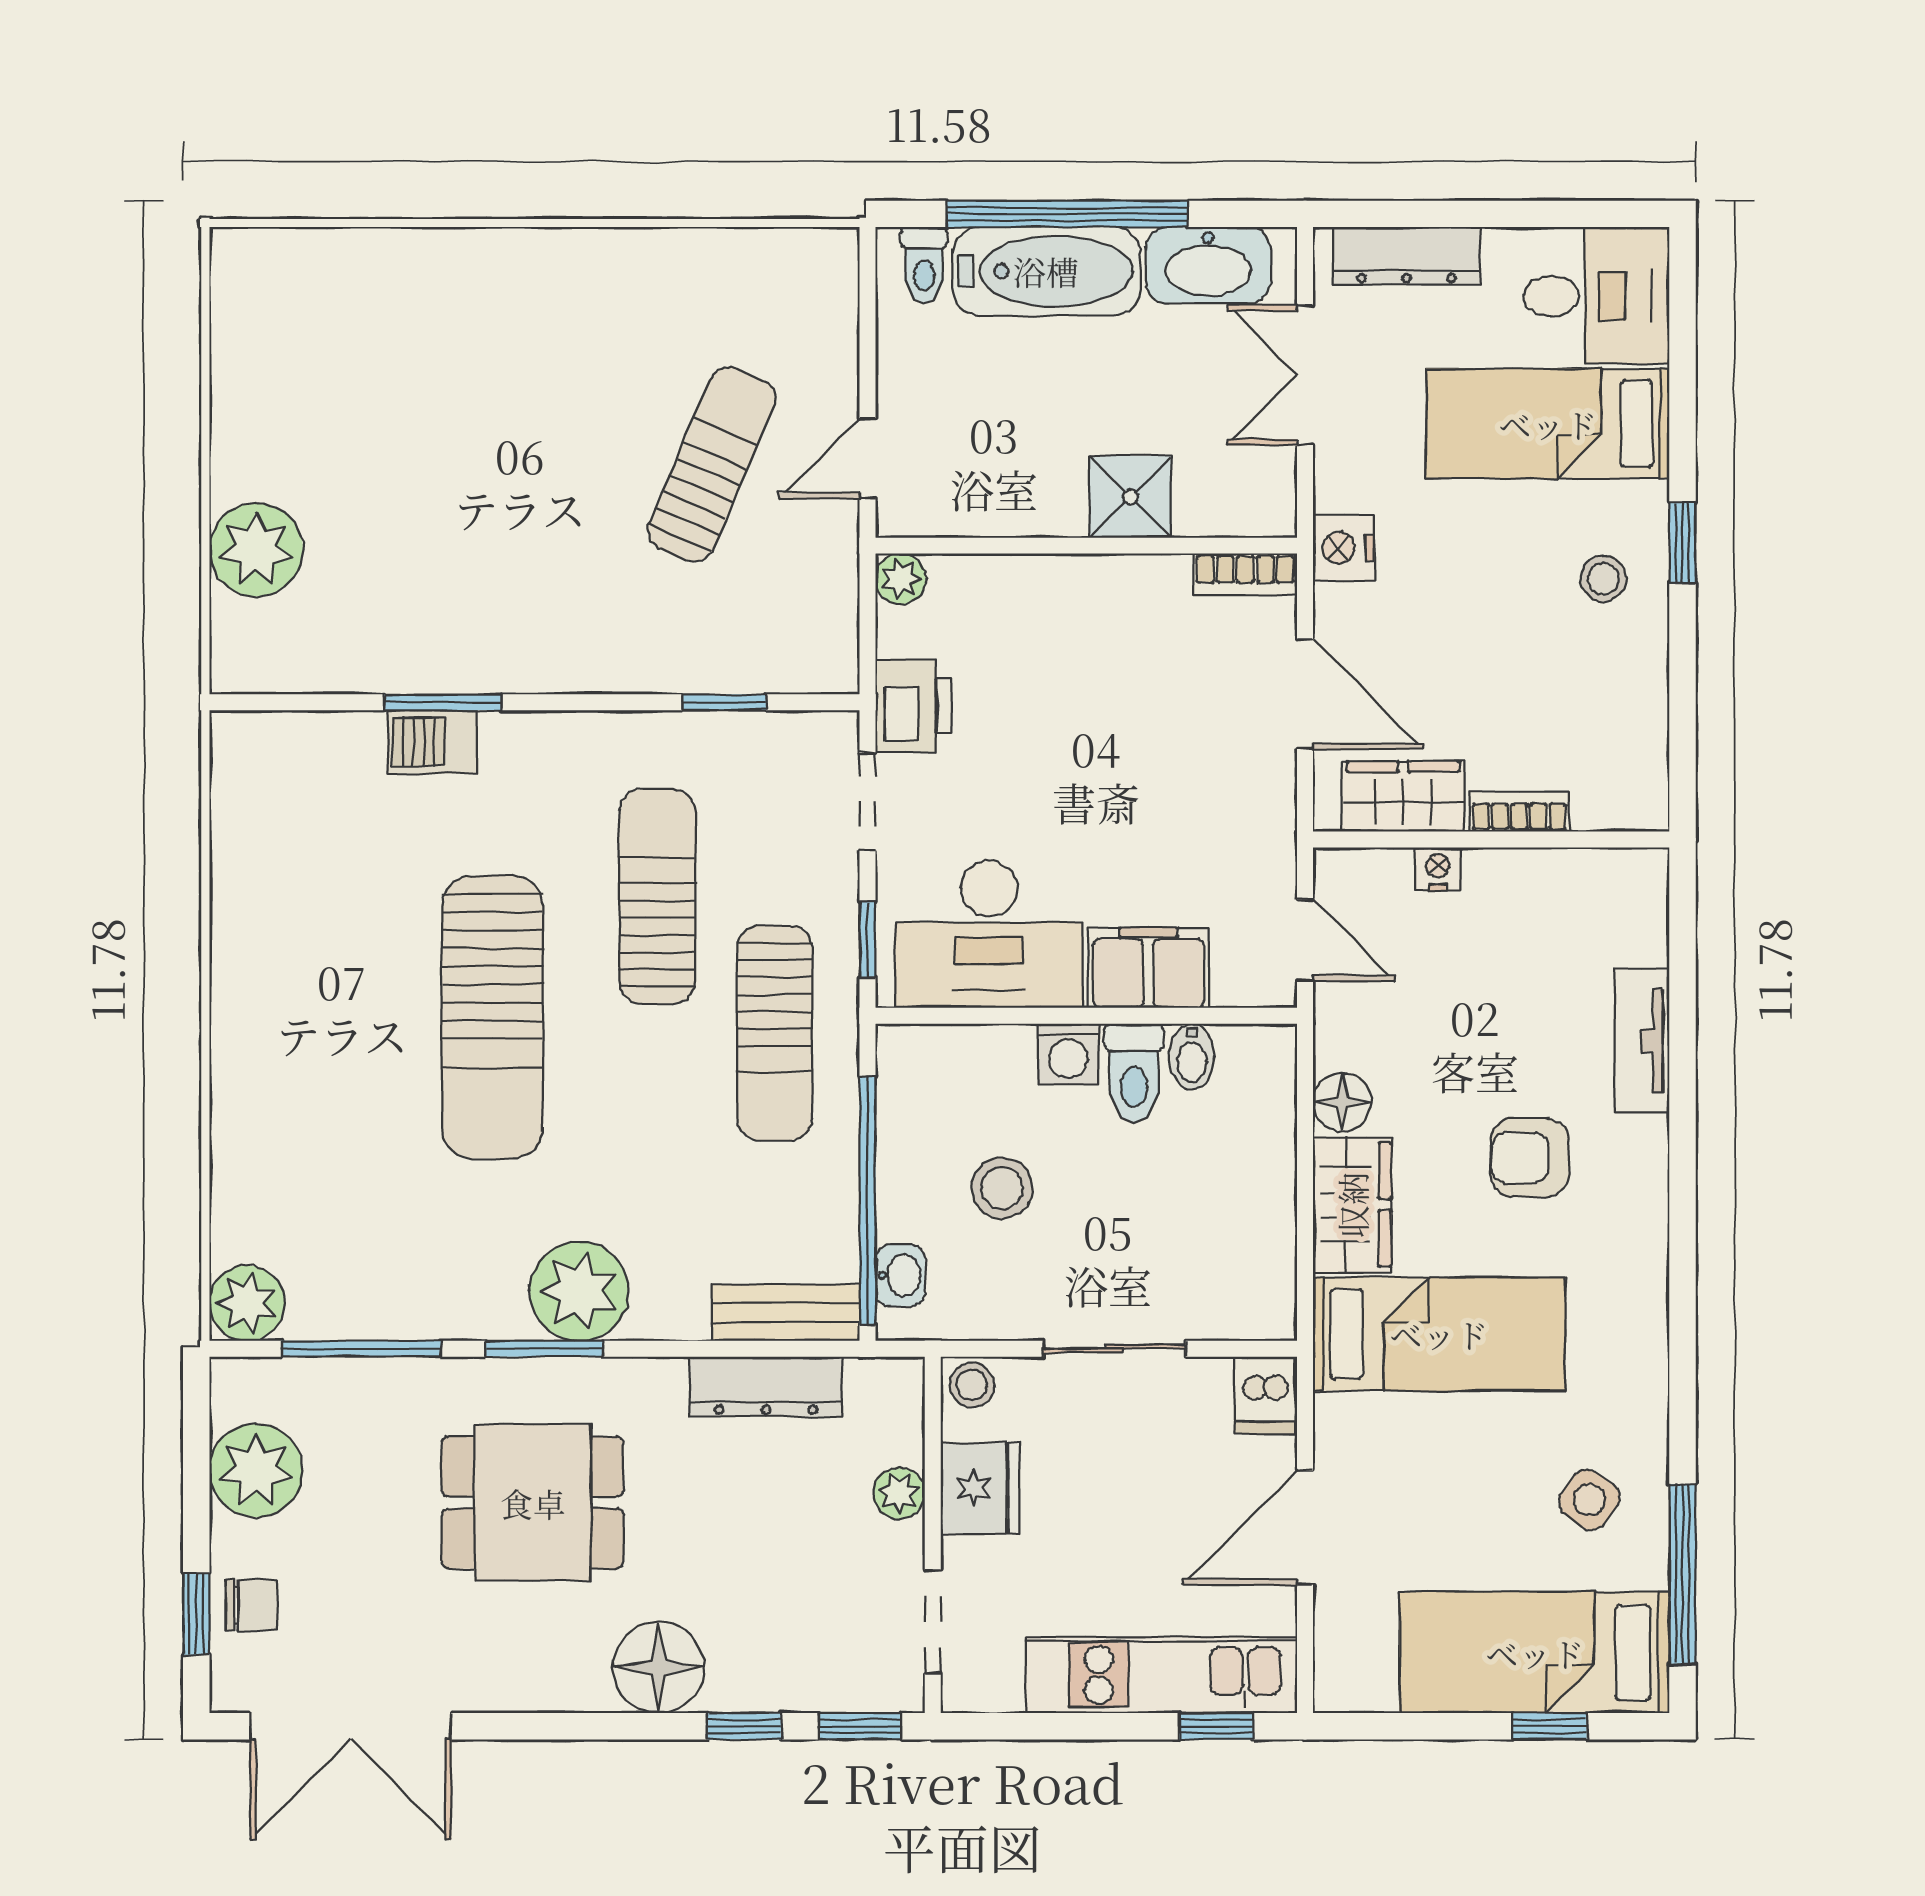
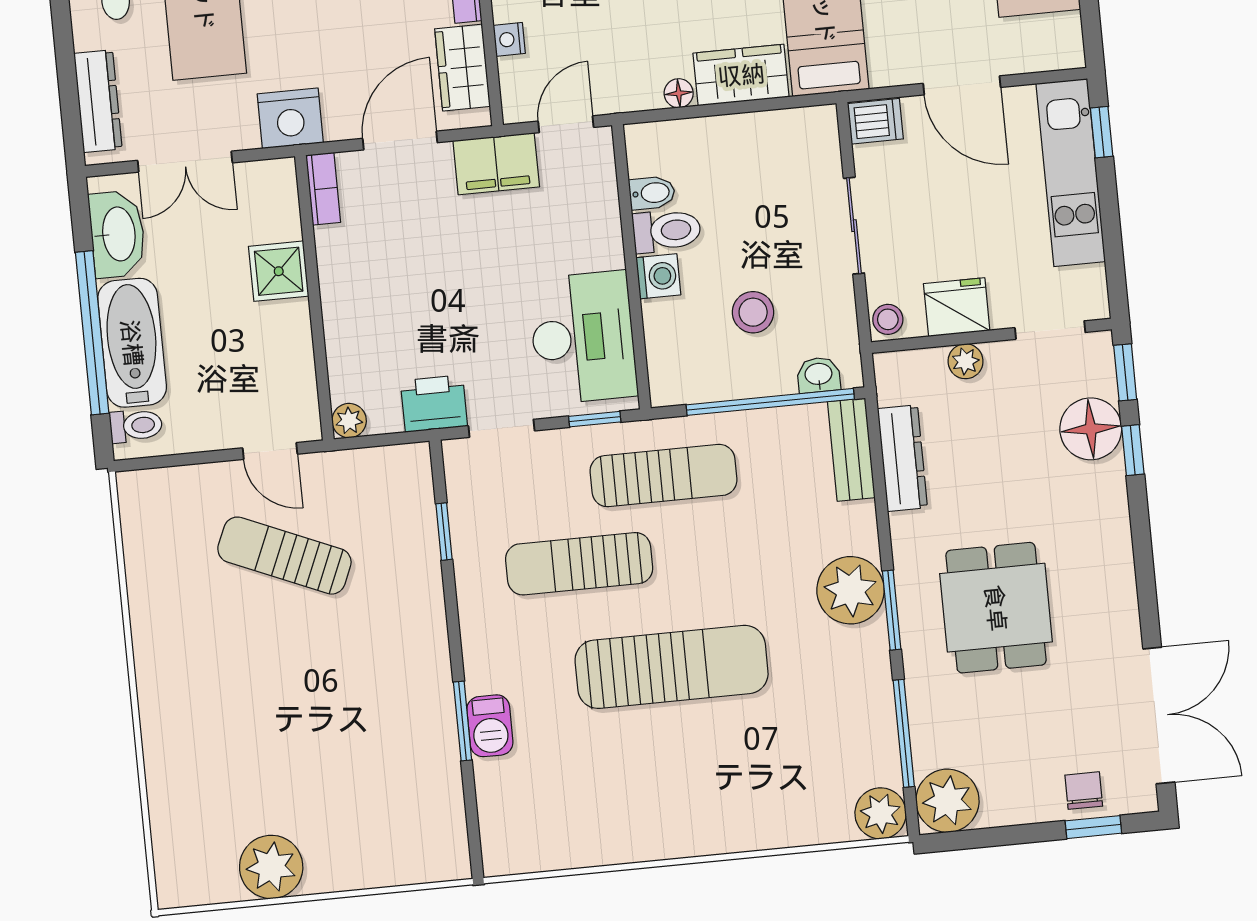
nightstand: (1343, 548) -> (290, 118), width x1.36, depth x1.33
plant: (256, 550) -> (271, 867), moved
filing cabinet: (1148, 968) -> (496, 164), moved, turned -90
floor lamp: (1342, 1102) -> (679, 93), width x0.73, depth x0.73
plant: (256, 1471) -> (947, 801), moved
floor lamp: (659, 1667) -> (1091, 429), moved

